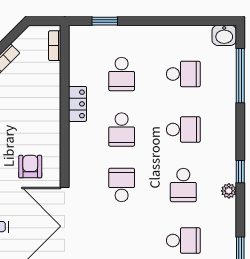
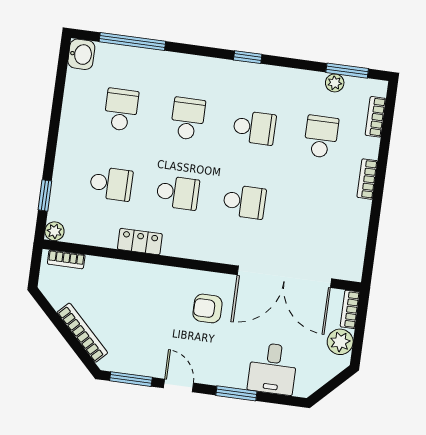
plant: (76, 33) -> (54, 231), added
school desk: (122, 185) -> (244, 202), turned 180
plant: (229, 191) -> (335, 83), moved

